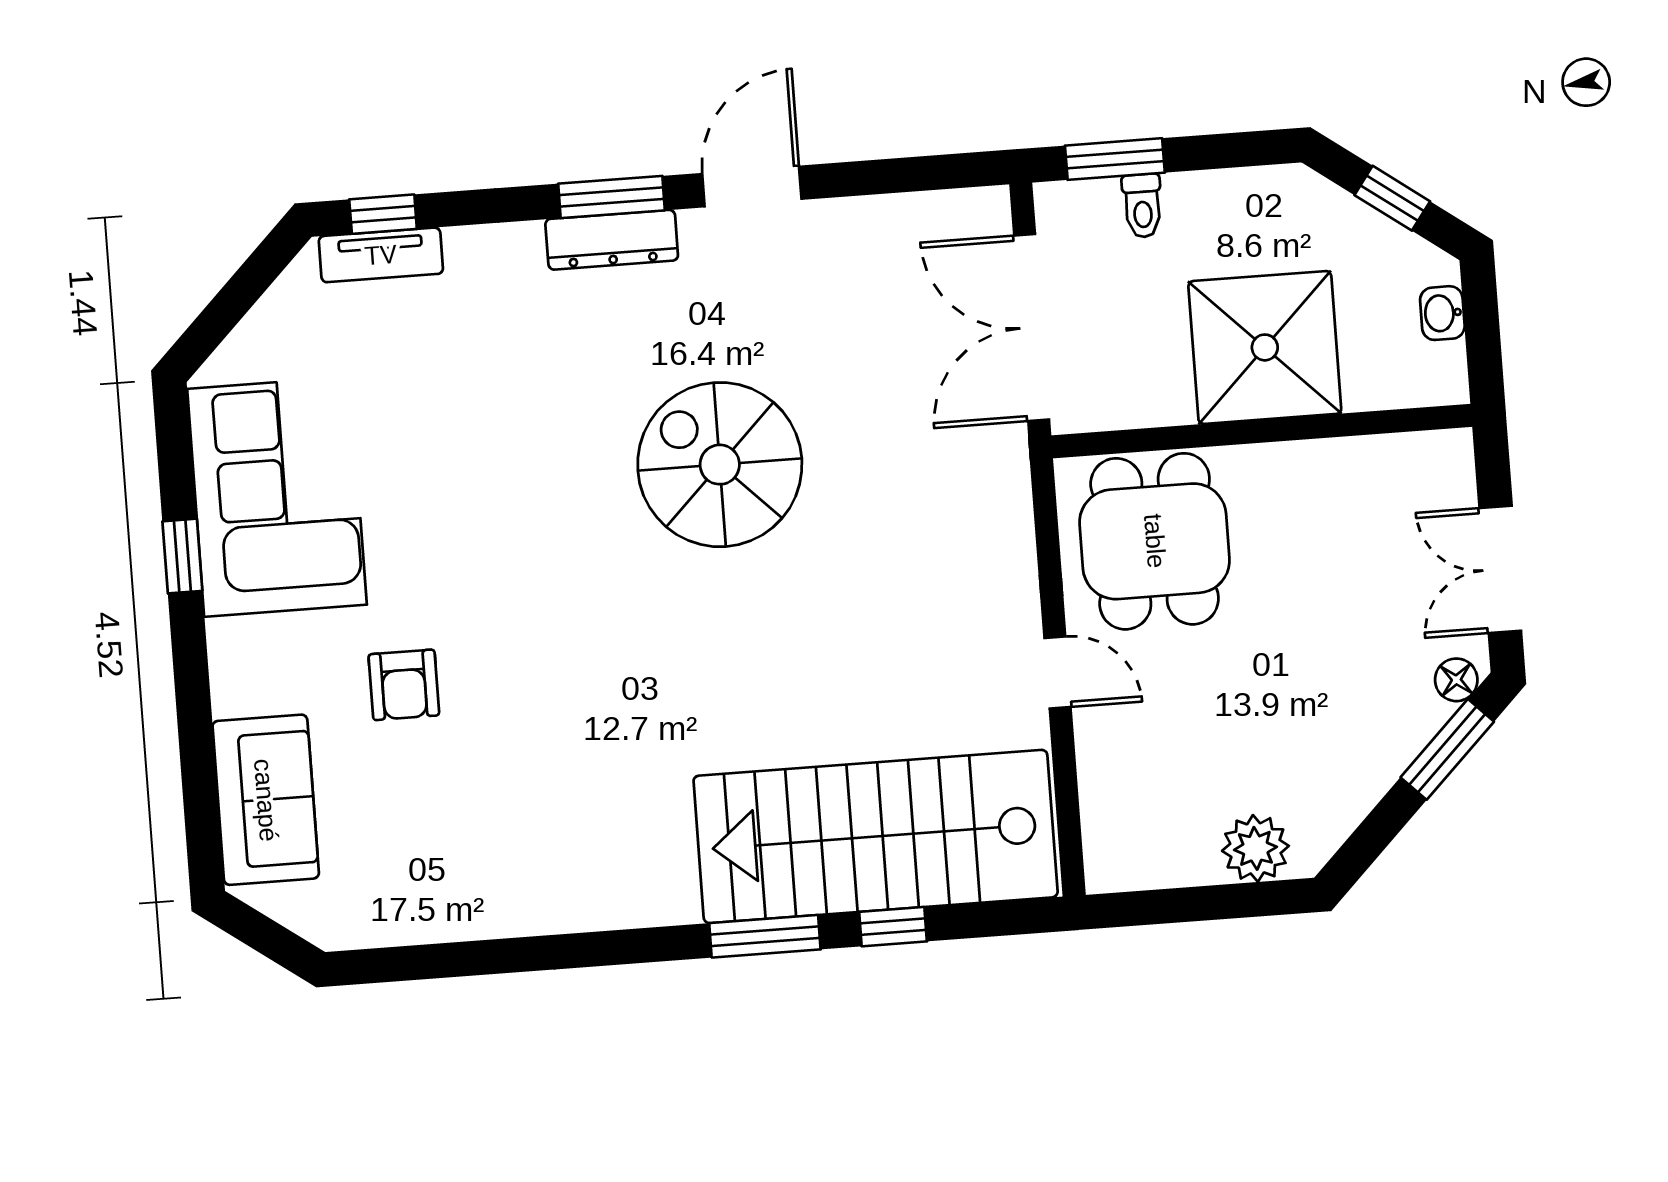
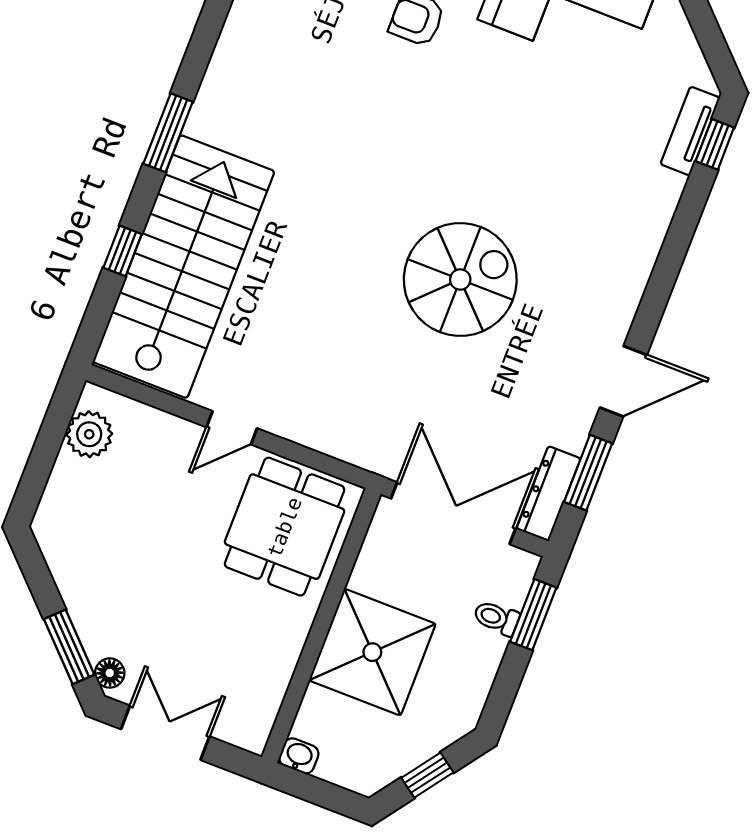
door: (752, 186) -> (623, 381), hinge flipped
window: (611, 197) -> (588, 473), moved
dresser: (612, 240) -> (549, 494), moved
washbasin: (1442, 313) -> (299, 756), moved
dining table: (1155, 541) -> (285, 527), turned 90
plant: (1255, 848) -> (89, 434), moved
window: (765, 936) -> (168, 133), moved

